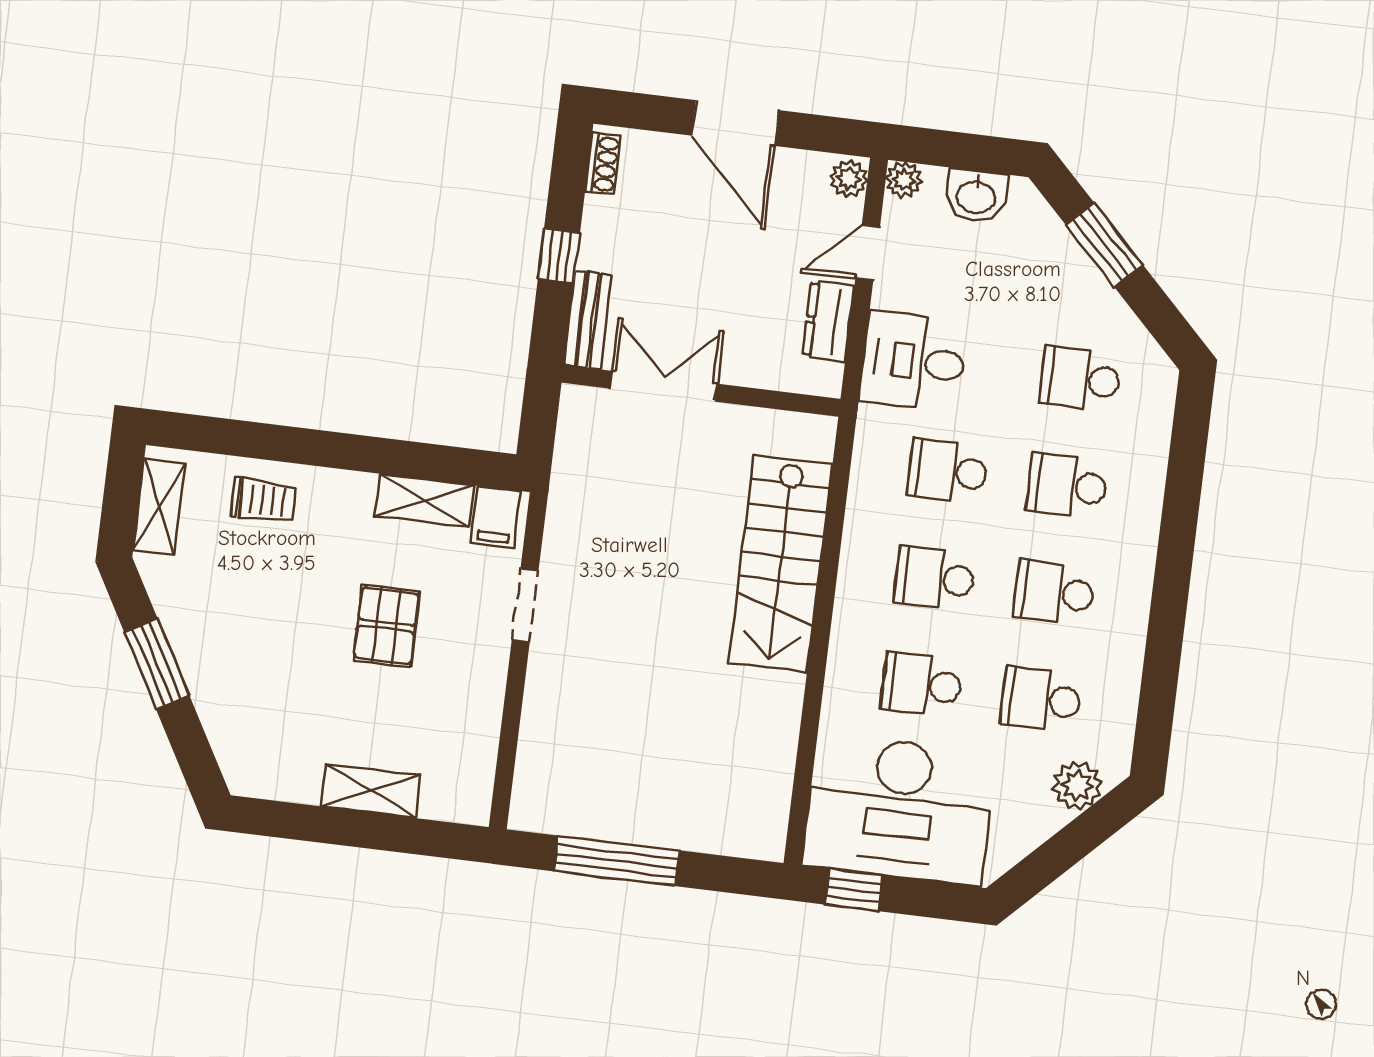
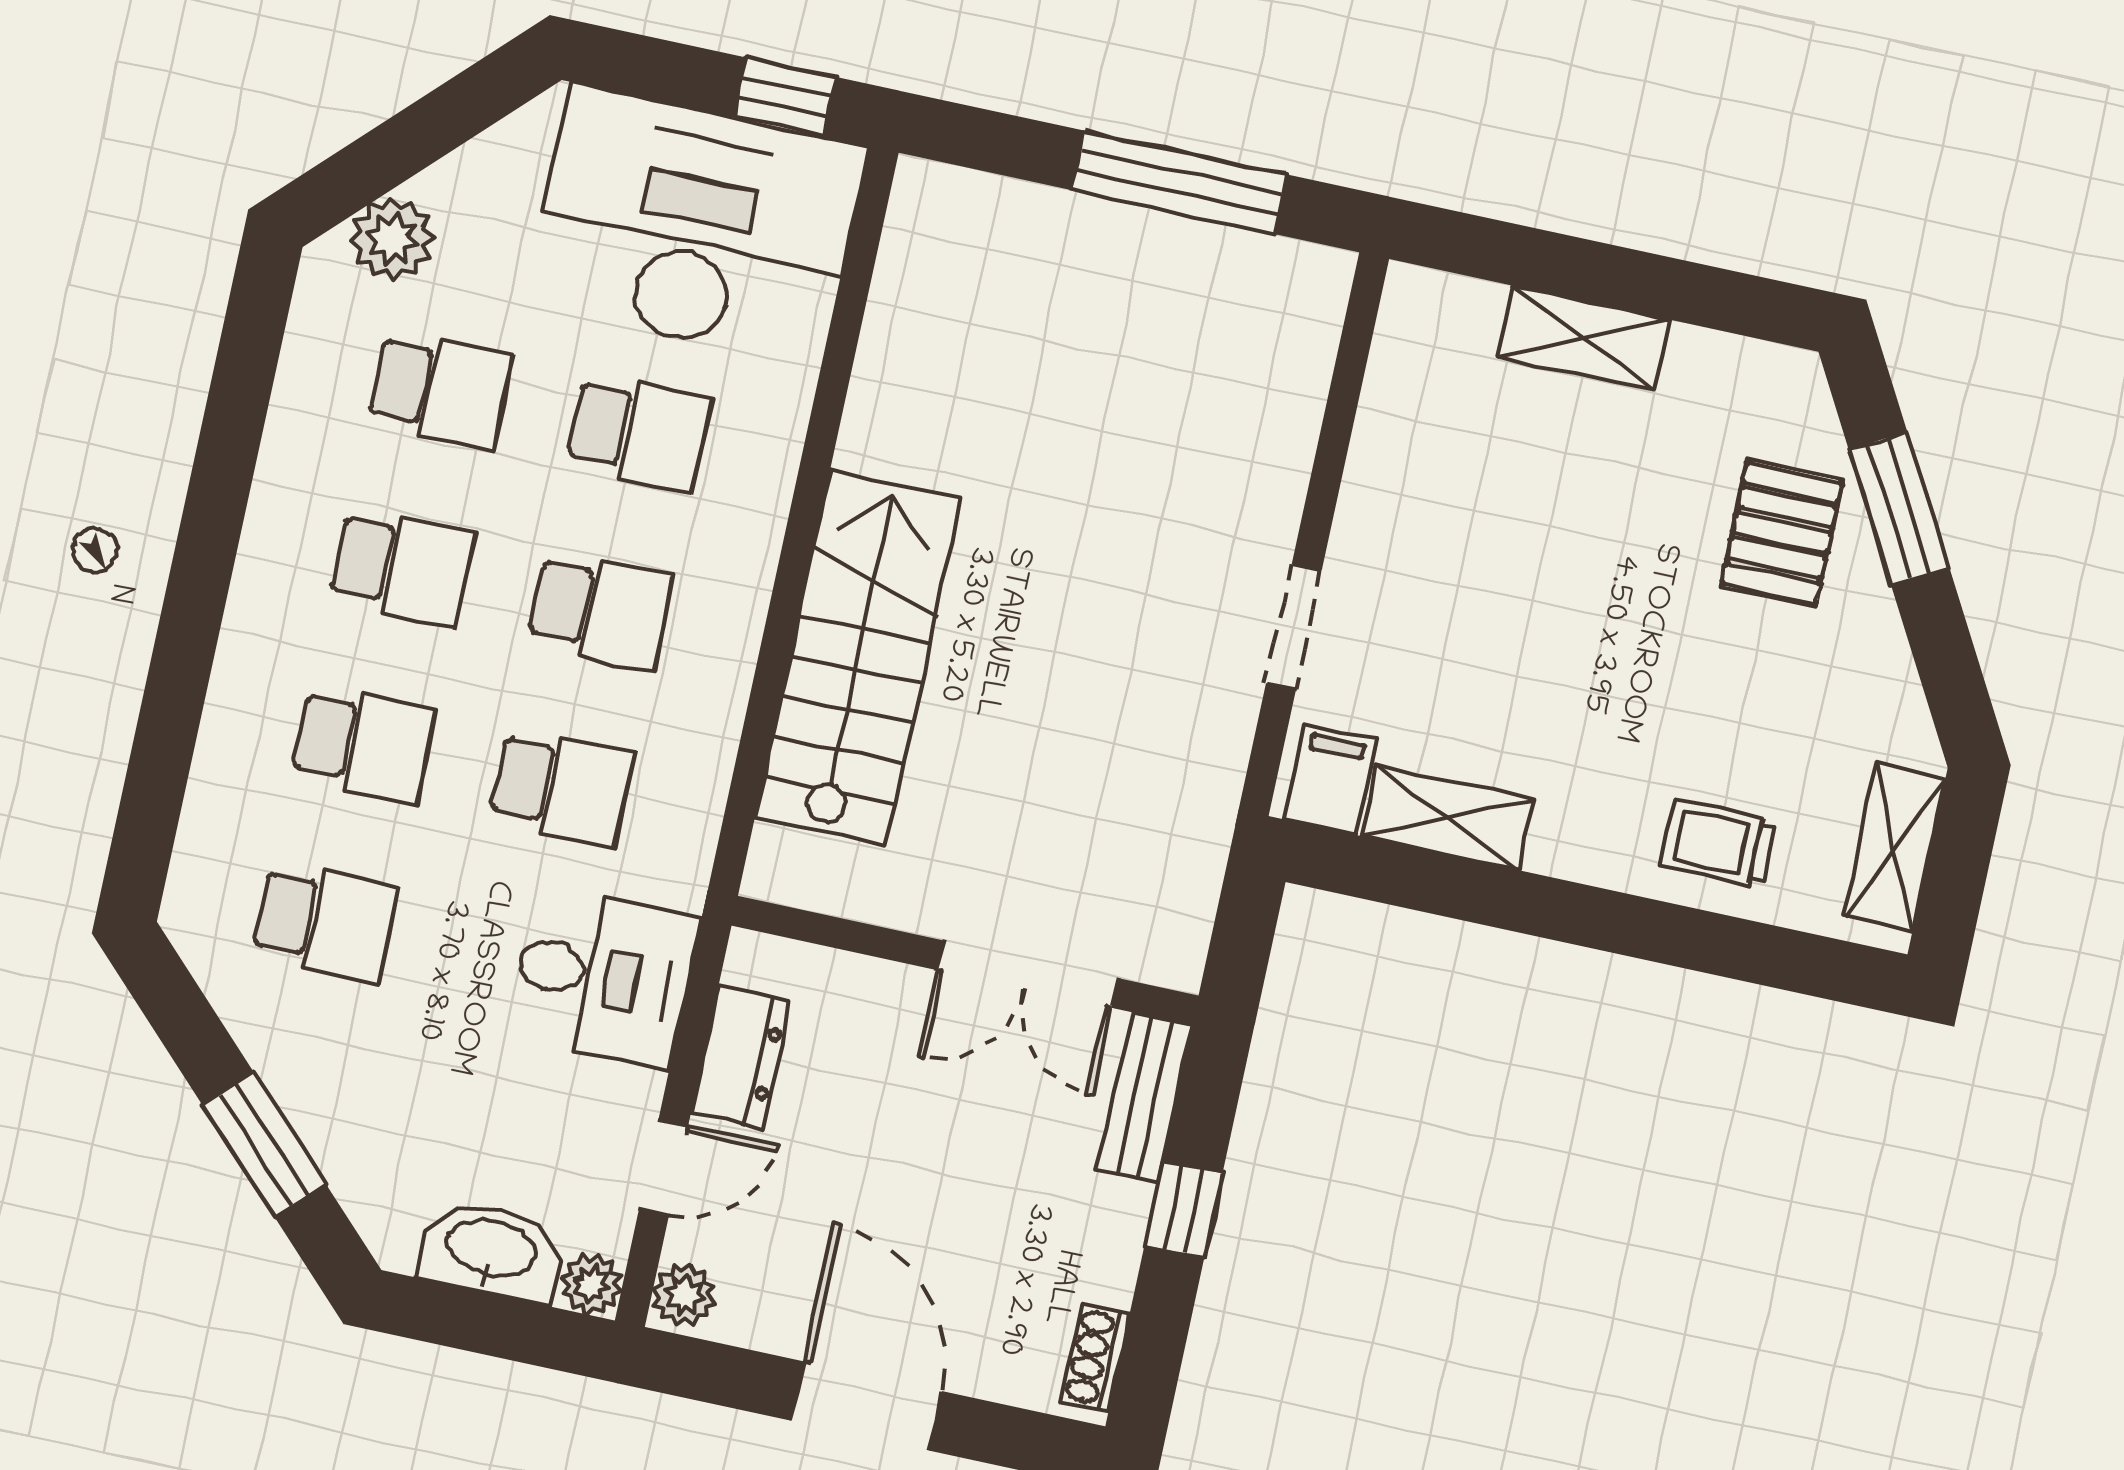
washbasin: (976, 196) -> (491, 1250), width x1.38
pallet: (386, 626) -> (1782, 533), moved
window: (157, 664) -> (1899, 508), moved

